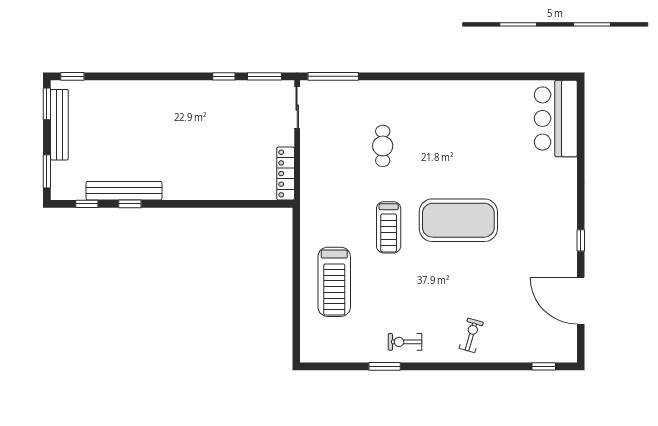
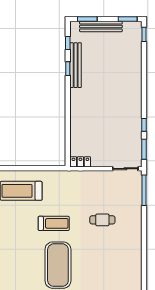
bench: (59, 125) -> (101, 26), moved
locker: (286, 174) -> (80, 162), width x0.66
treadmill: (389, 227) -> (54, 223), turned 180

